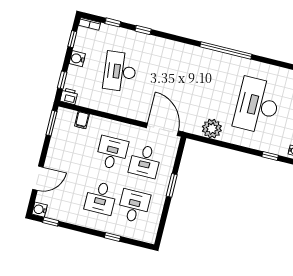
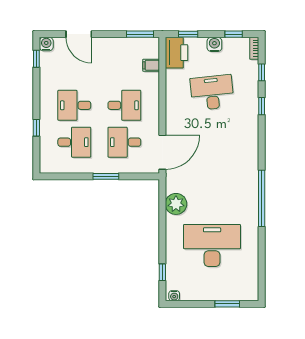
printer: (69, 96) -> (176, 53), width x1.87, depth x1.48

